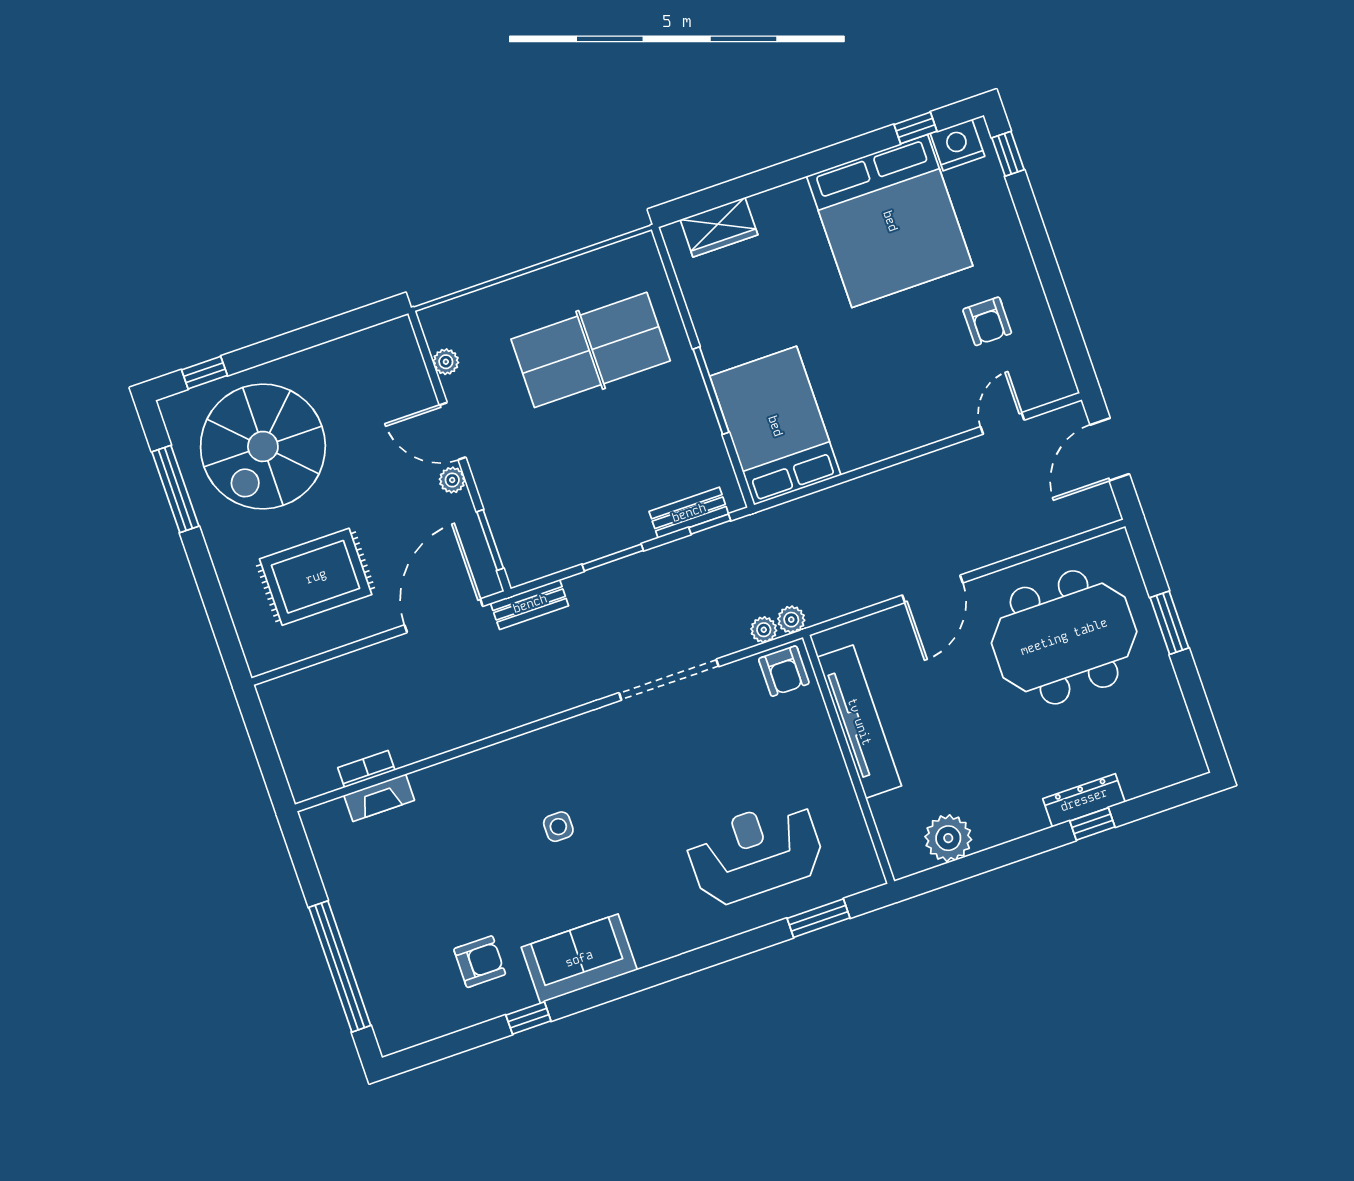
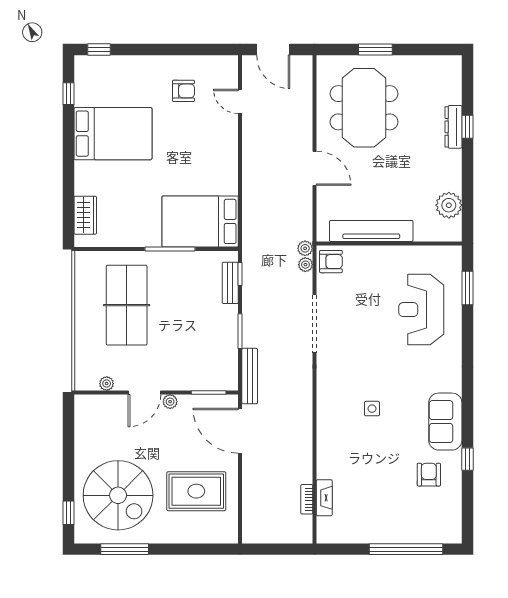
nightstand: (957, 145) -> (85, 75), removed
bed: (890, 221) -> (113, 134), width x0.73
rug: (316, 577) -> (196, 491), turned 90
bench: (530, 604) -> (250, 376), width x1.36

